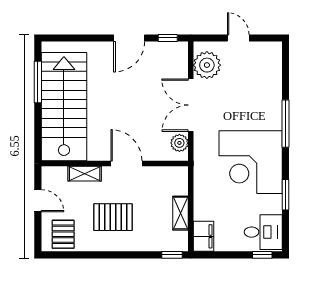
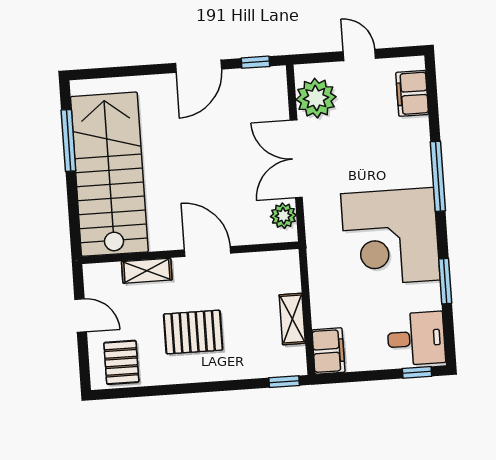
filing cabinet: (272, 66) -> (412, 93), added

